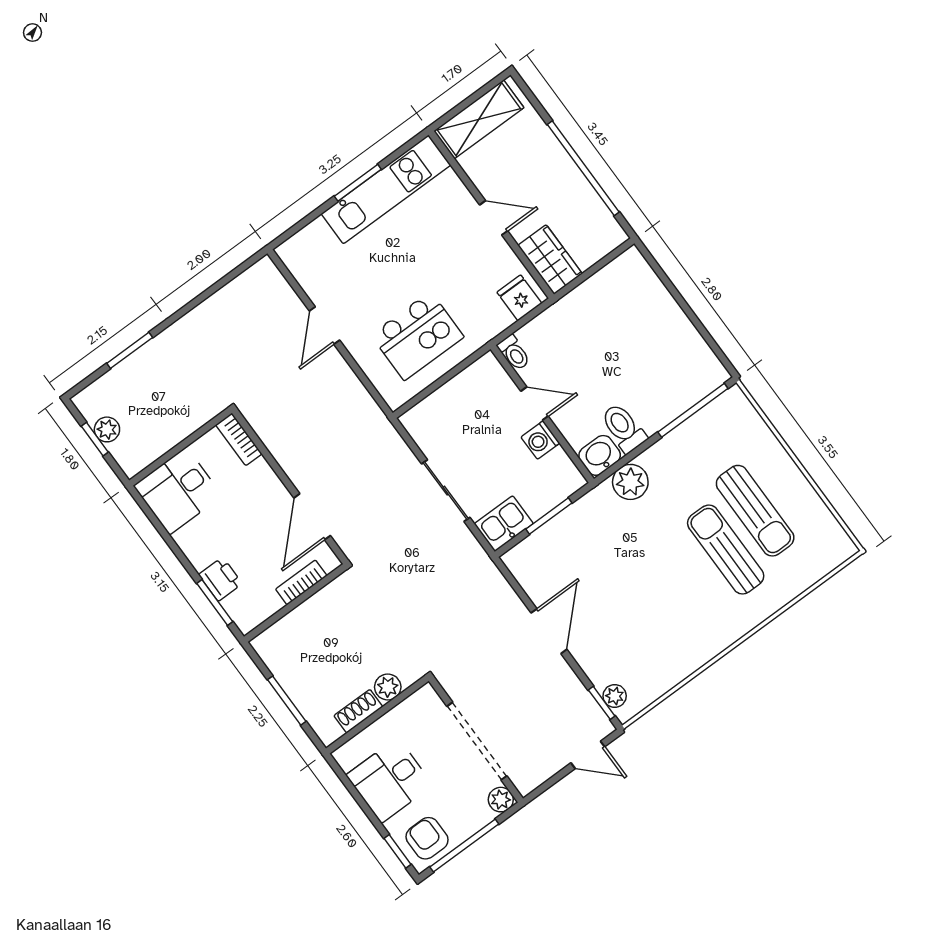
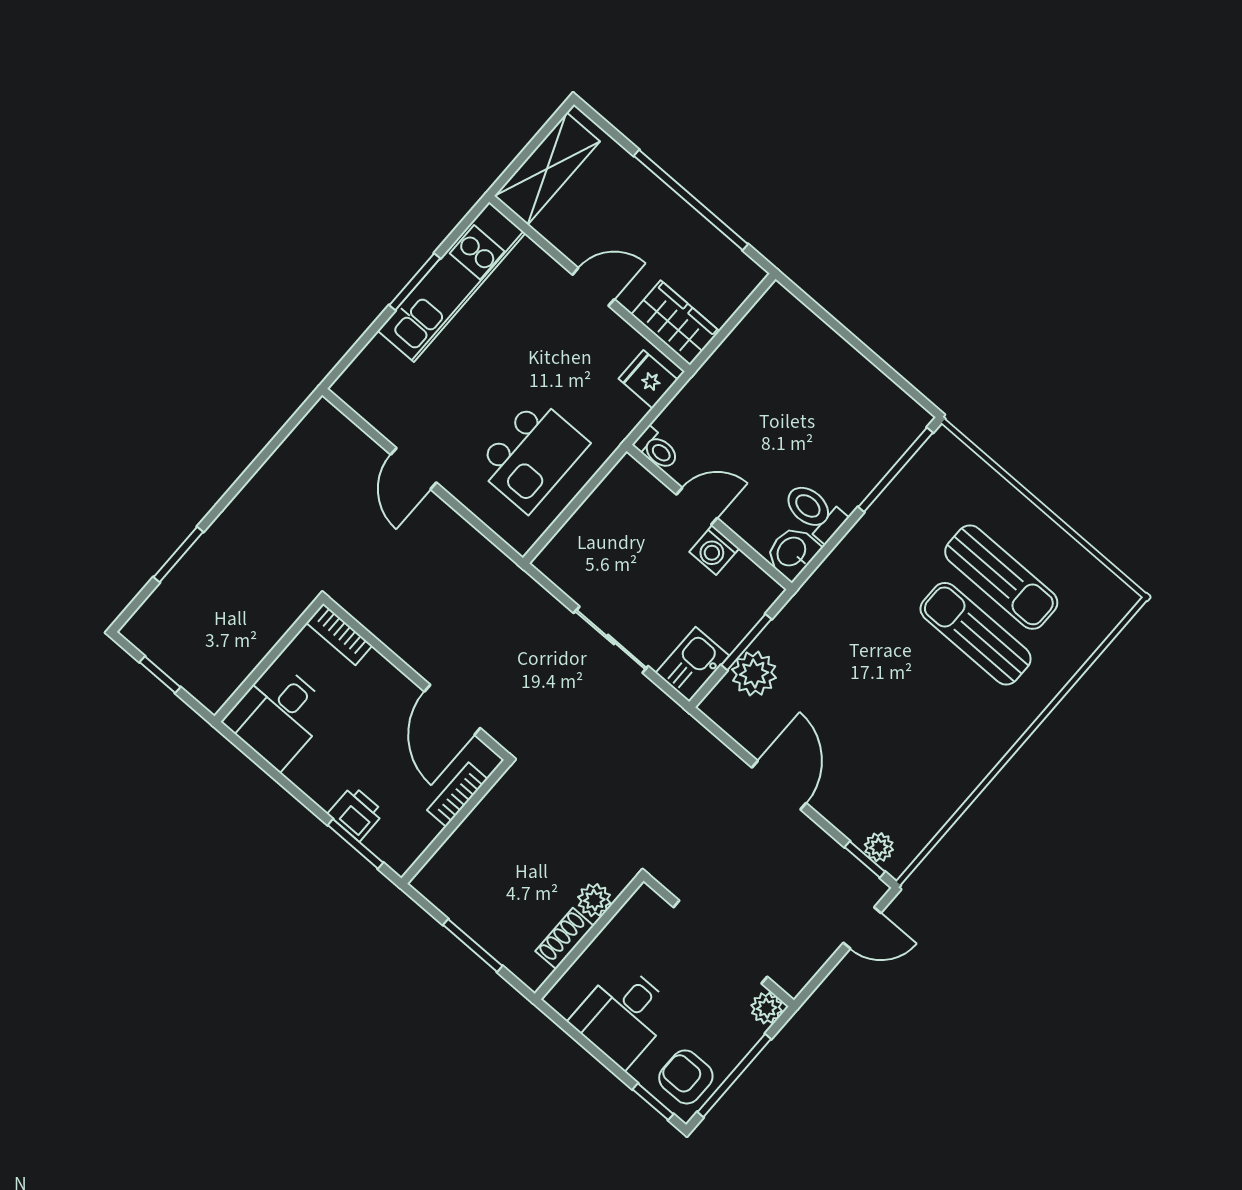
plant: (107, 429) -> (173, 659), removed
plant: (630, 482) -> (754, 674), moved

